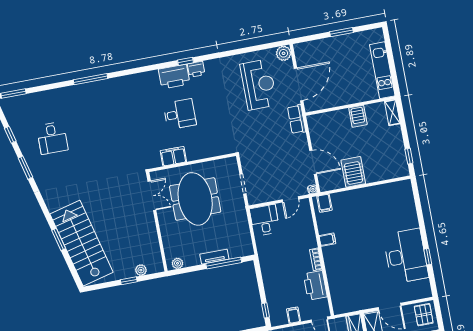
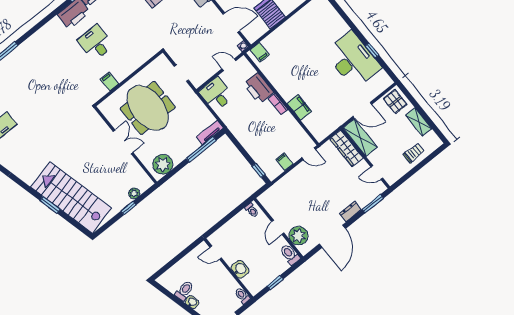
desk: (180, 114) -> (96, 43), turned -90
filing cabinet: (173, 156) -> (110, 82), width x0.50
double door: (152, 196) -> (123, 142), moved
door: (290, 199) -> (229, 65), swing flipped
filing cabinet: (327, 240) -> (299, 107), moved, width x2.00
tv unit: (214, 257) -> (210, 132), moved
plant: (178, 263) -> (163, 164), width x1.87, depth x1.87
printer: (315, 285) -> (258, 88), moved

